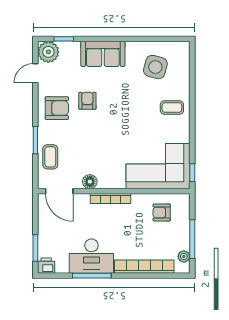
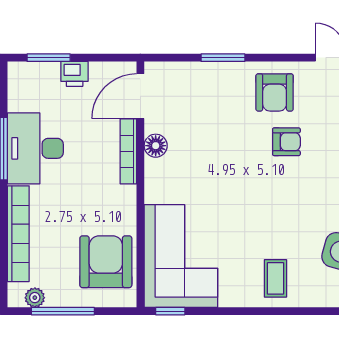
coffee table: (50, 157) -> (196, 82), removed
bookcase: (111, 199) -> (128, 151), moved
armchair: (162, 213) -> (106, 262), width x1.88, depth x1.88
printer: (46, 266) -> (75, 74), moved, turned 90

